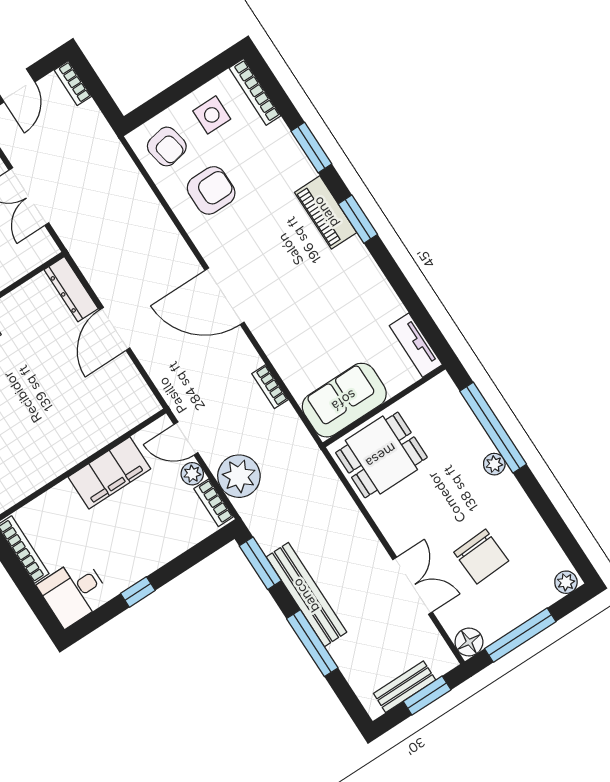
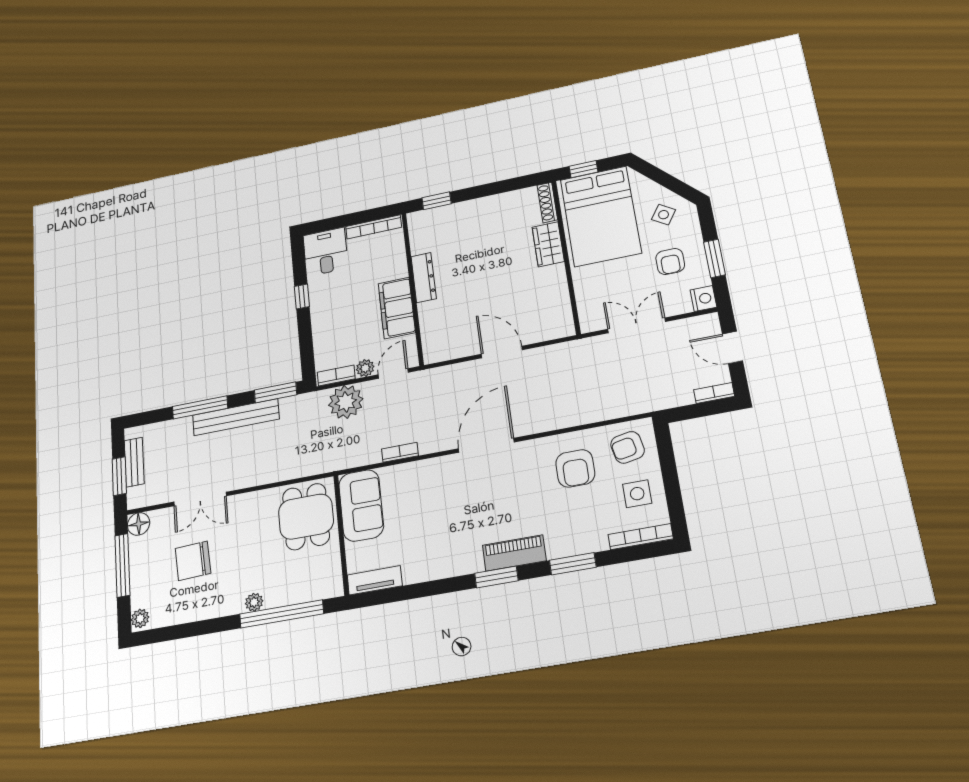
dresser: (71, 289) -> (424, 278), moved, turned 90

